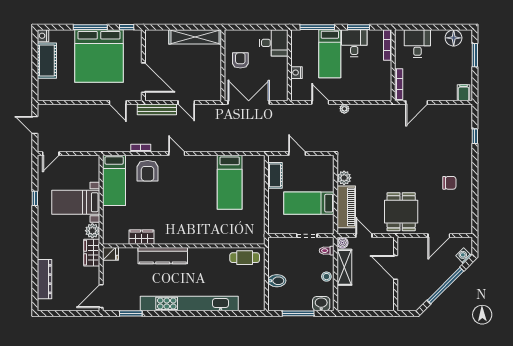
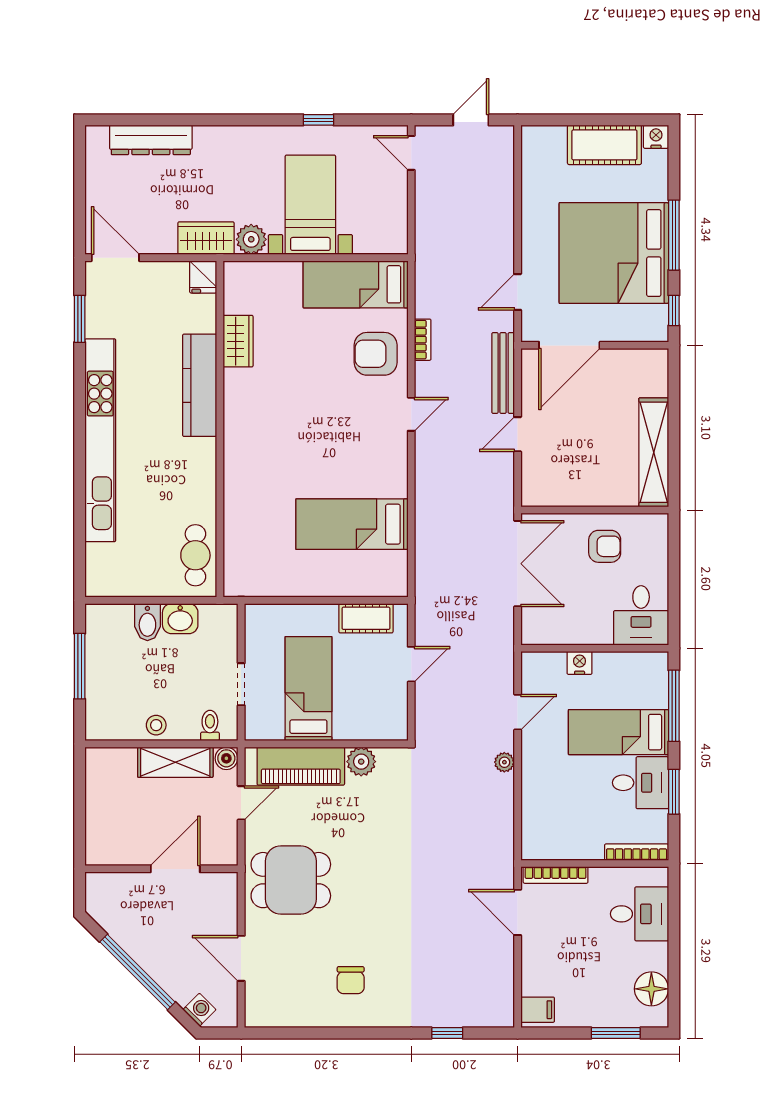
washbasin: (321, 304) -> (180, 619), moved, turned 90

